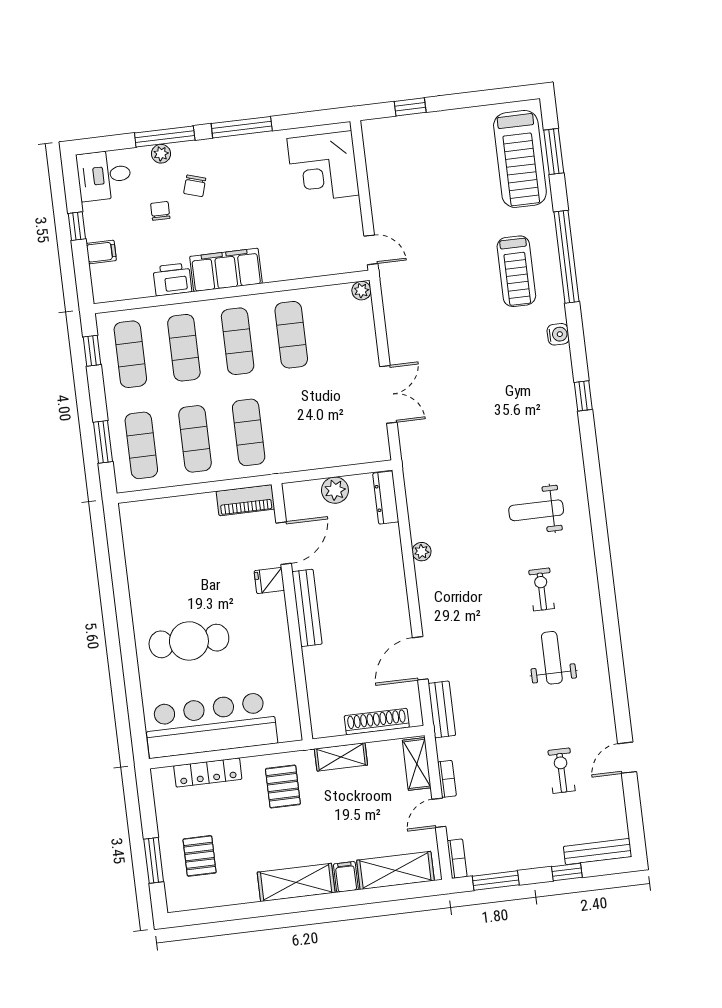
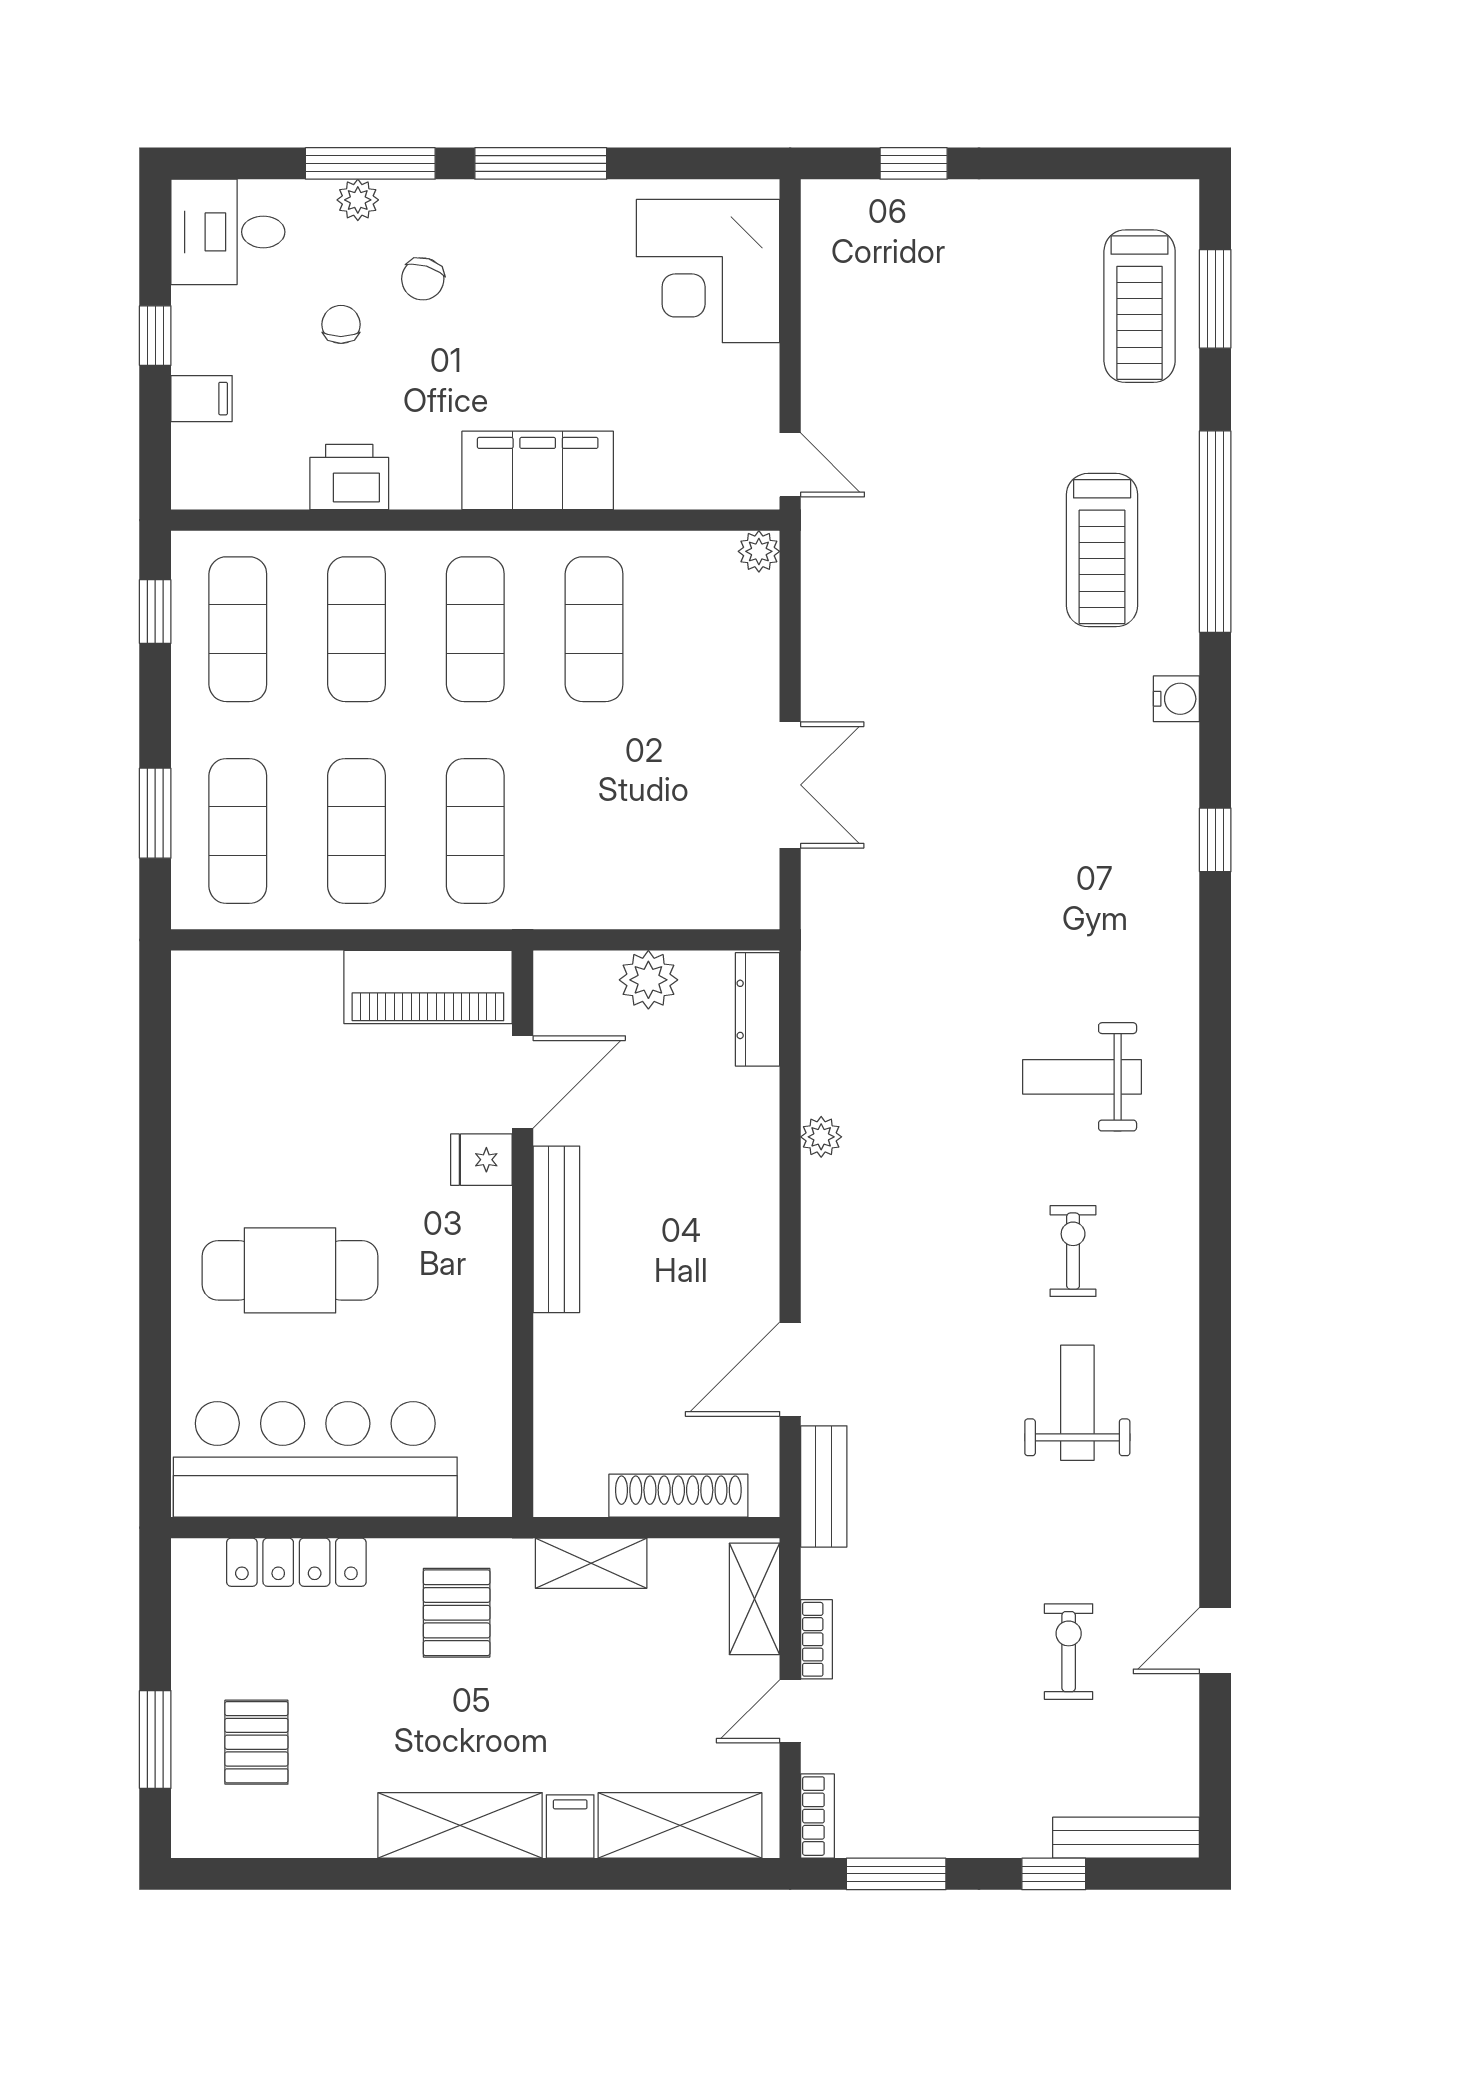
treadmill: (520, 159) -> (1140, 306), width x0.73, depth x0.73
filing cabinet: (226, 270) -> (538, 470), moved
piano: (245, 500) -> (428, 987), width x1.37, depth x1.33

